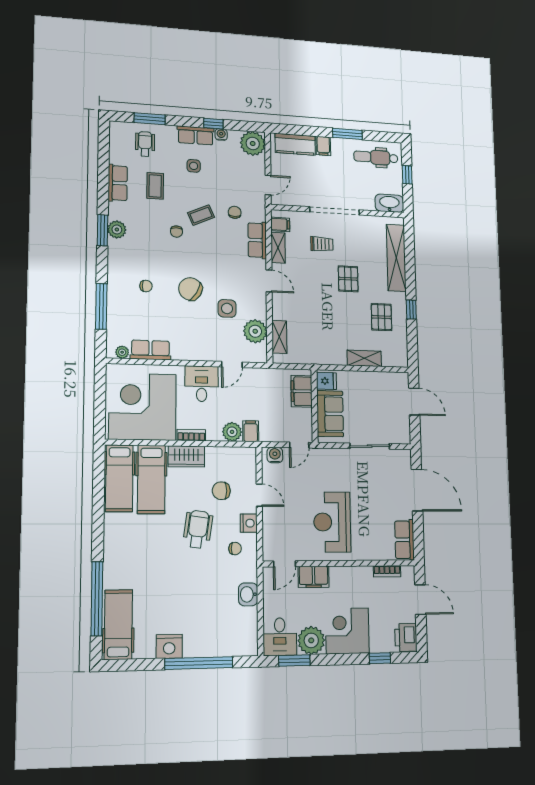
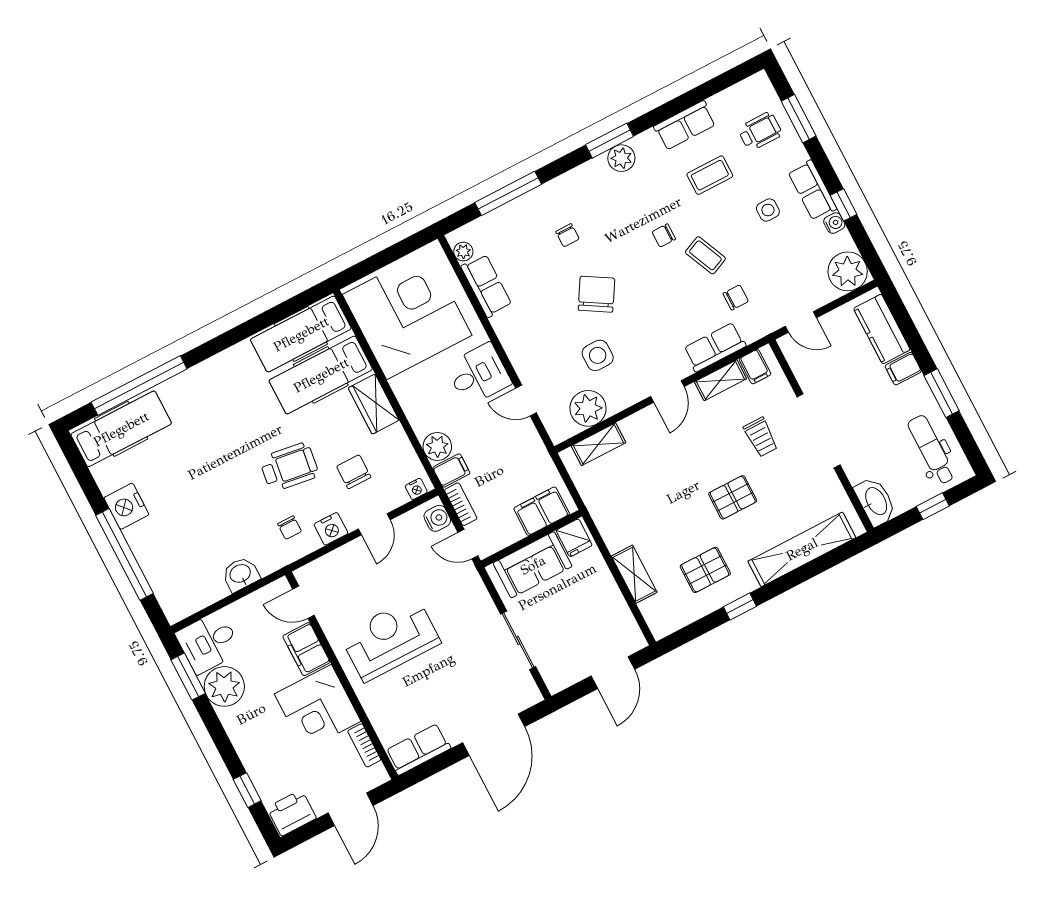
bookcase: (191, 435) -> (461, 504), moved
nightstand: (251, 458) -> (416, 489), added
corner desk: (347, 631) -> (318, 708), moved, turned 180

